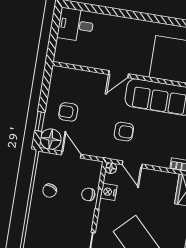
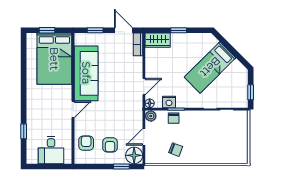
window: (102, 10) -> (24, 131), added
desk: (76, 25) -> (51, 150), moved
door: (119, 74) -> (73, 109), hinge flipped
armchair: (124, 132) -> (86, 143), moved
plant: (95, 167) -> (151, 116), added

